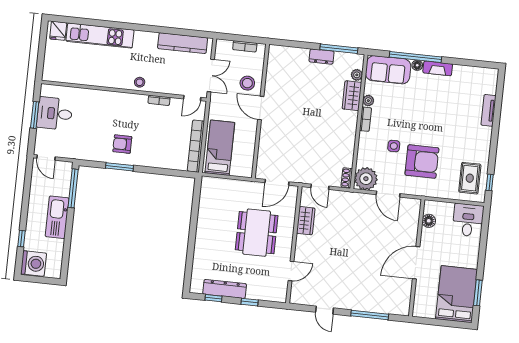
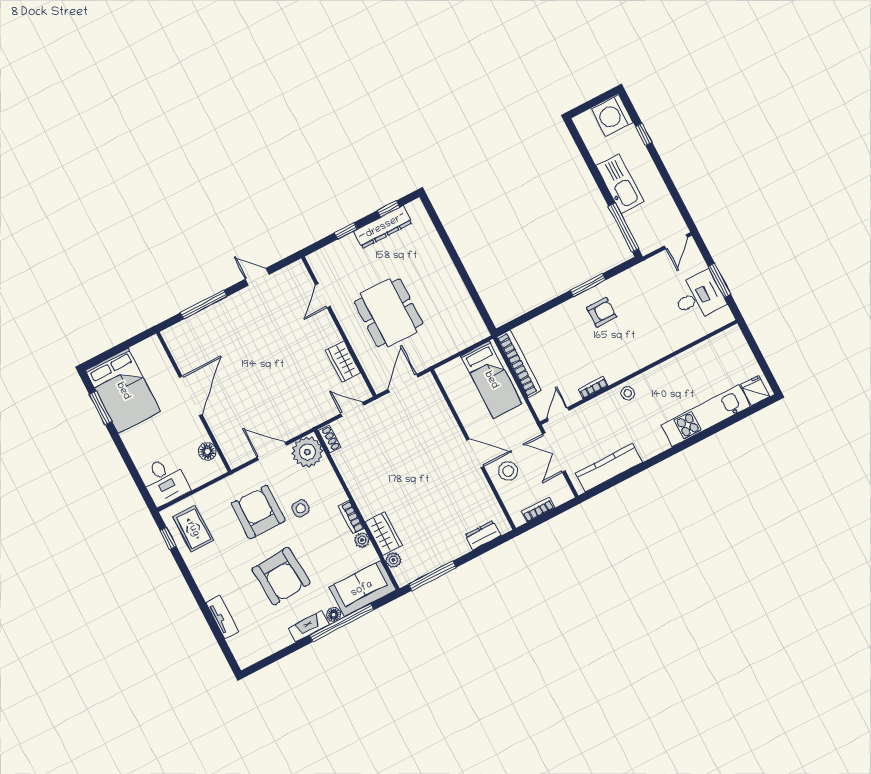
dresser: (322, 57) -> (483, 535), moved
armchair: (434, 112) -> (281, 576), added
door: (46, 158) -> (676, 242), swing flipped
armchair: (422, 161) -> (258, 512), turned 90

